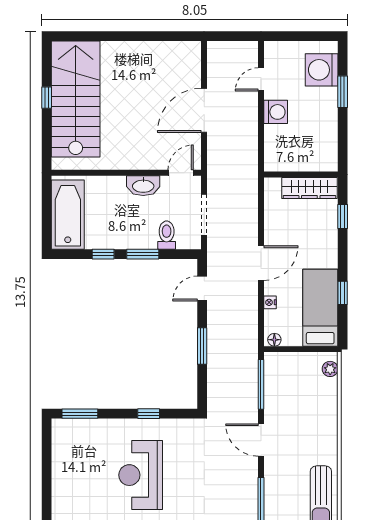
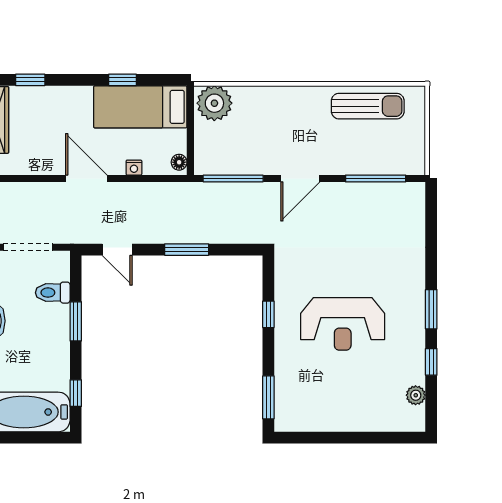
window: (103, 254) -> (76, 393), moved
plant: (330, 369) -> (214, 103), width x1.87, depth x1.87

